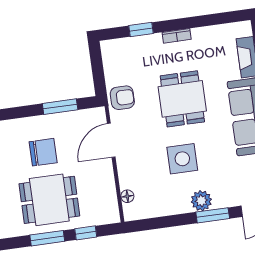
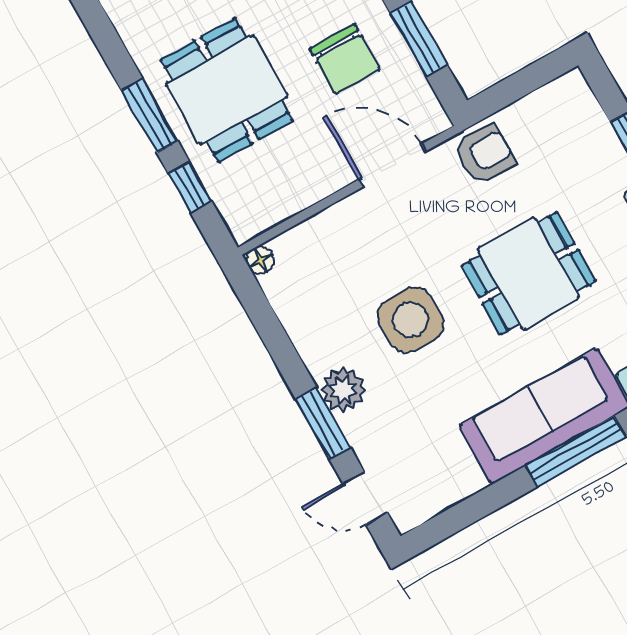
armchair: (122, 98) -> (484, 154), turned -90
chair: (43, 152) -> (345, 59), moved
floor lamp: (127, 196) -> (260, 260), moved

